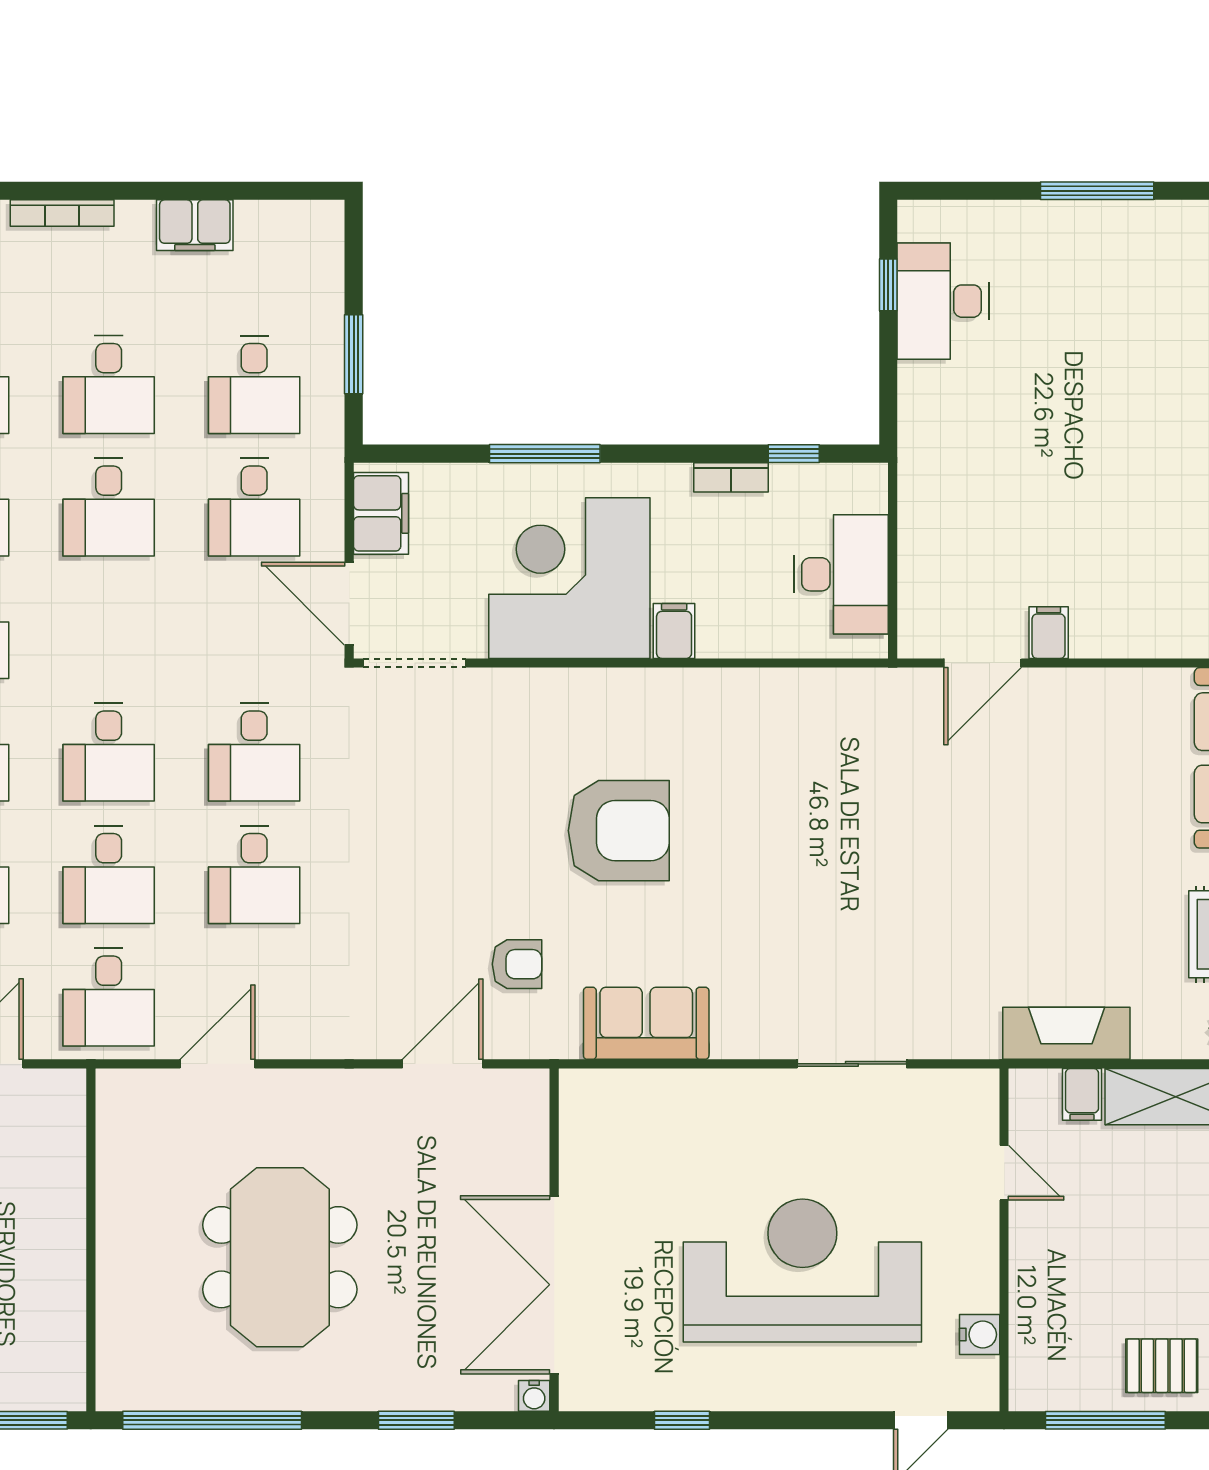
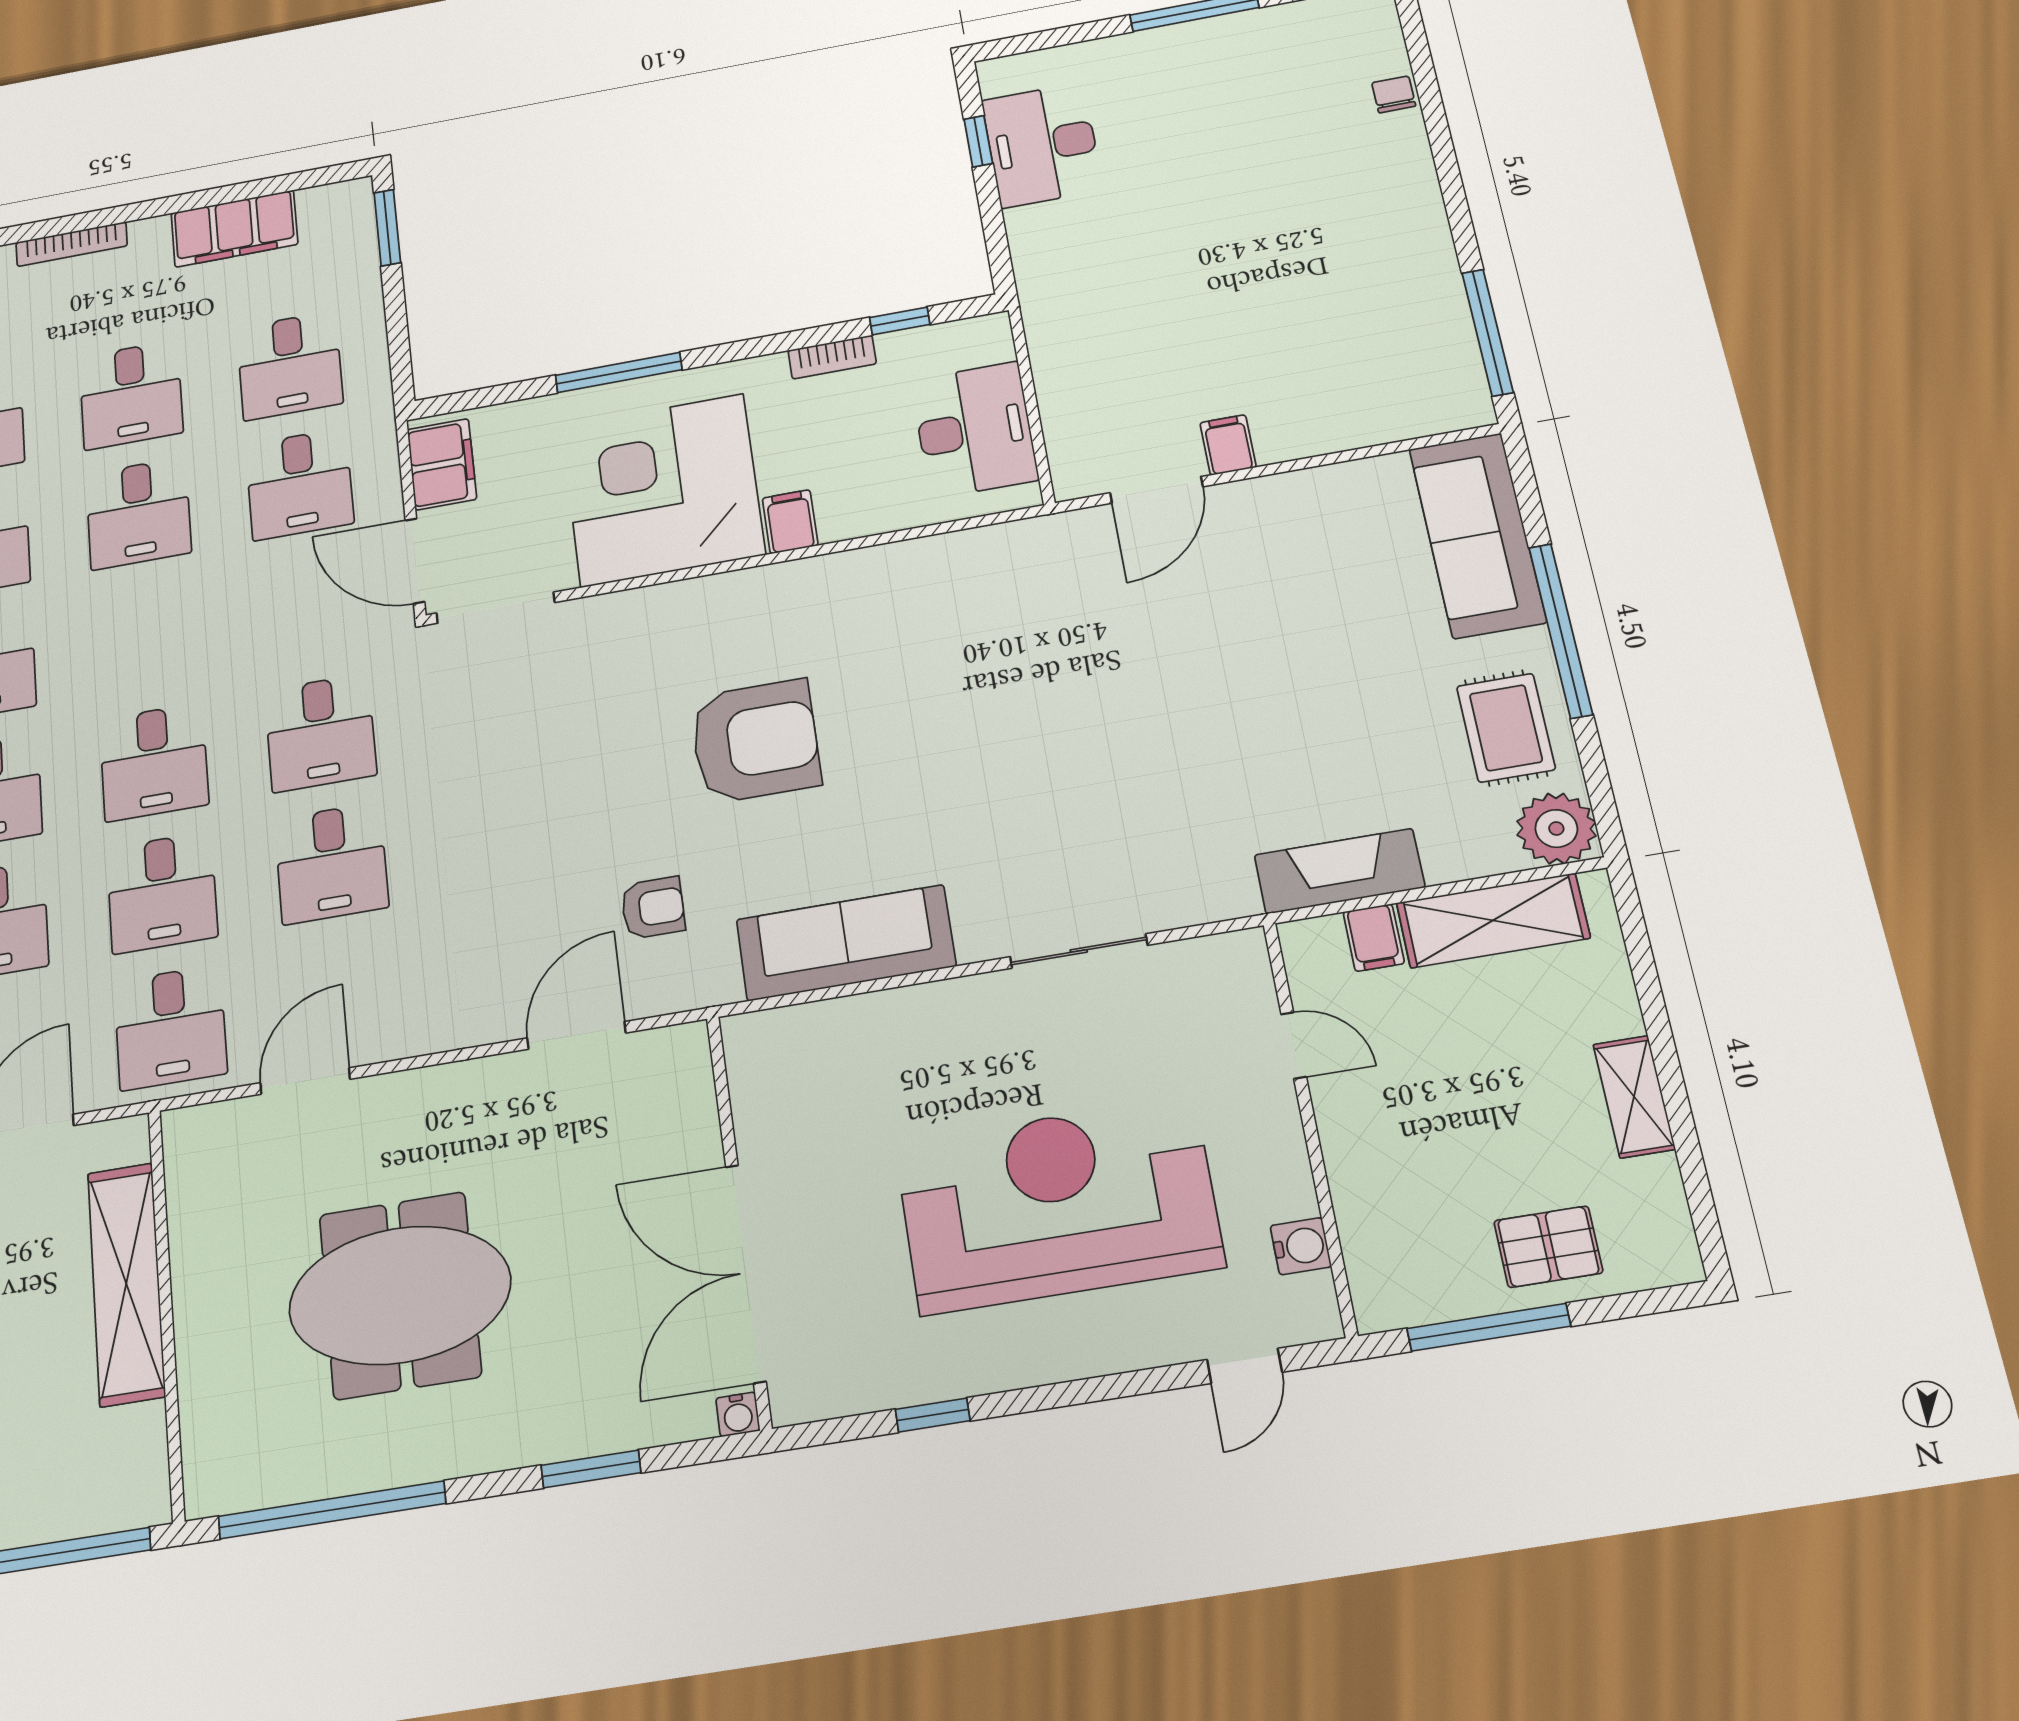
filing cabinet: (195, 225) -> (234, 229), width x1.50, depth x1.17
window: (354, 354) -> (387, 228), moved
sofa: (646, 1023) -> (846, 943), width x1.36
shelving: (60, 1211) -> (126, 1284), added
meeting table: (280, 1257) -> (400, 1295), turned 90

